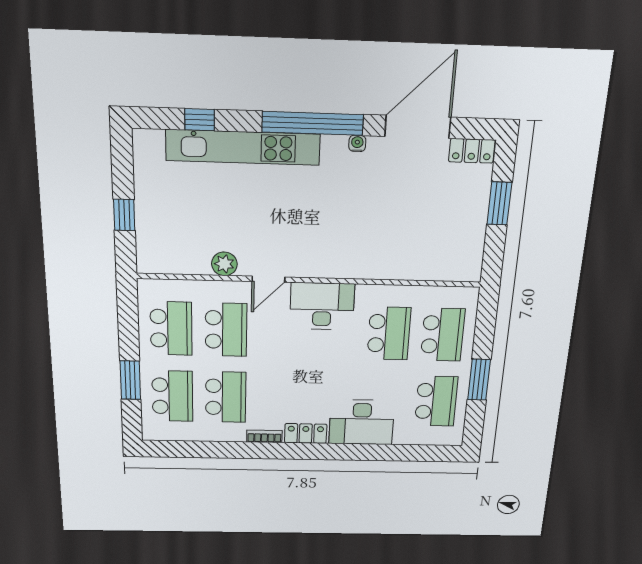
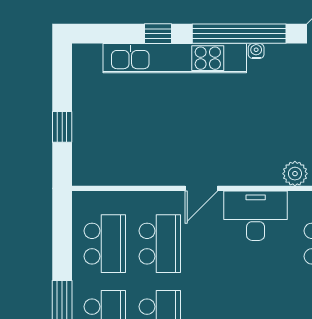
window: (200, 120) -> (158, 34), moved
water cooler: (357, 143) -> (256, 51), moved
plant: (224, 264) -> (295, 174), moved

